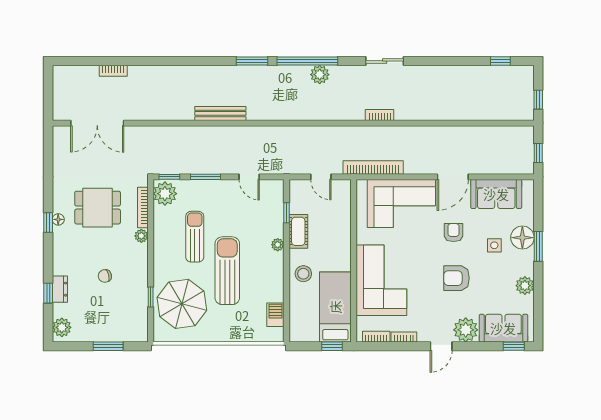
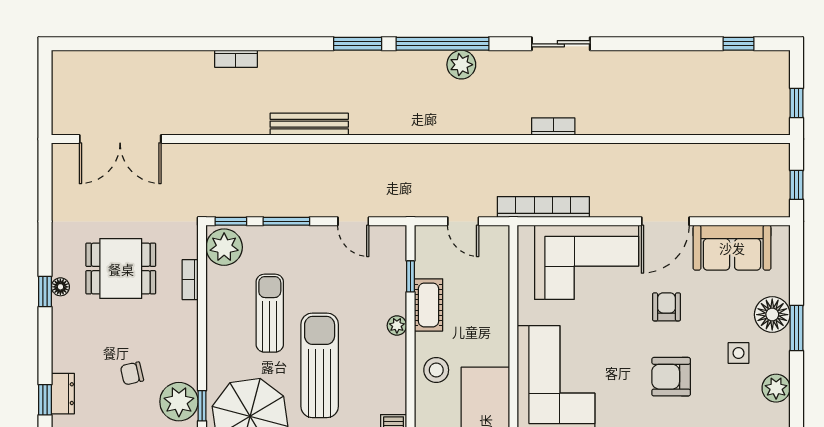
bookcase: (113, 71) -> (236, 59), moved
bookcase: (143, 207) -> (190, 280), width x0.64
plant: (141, 236) -> (179, 402), moved, width x1.88, depth x1.88
side table: (494, 245) -> (738, 353), moved

